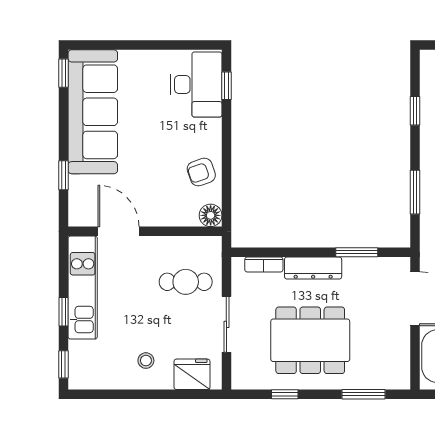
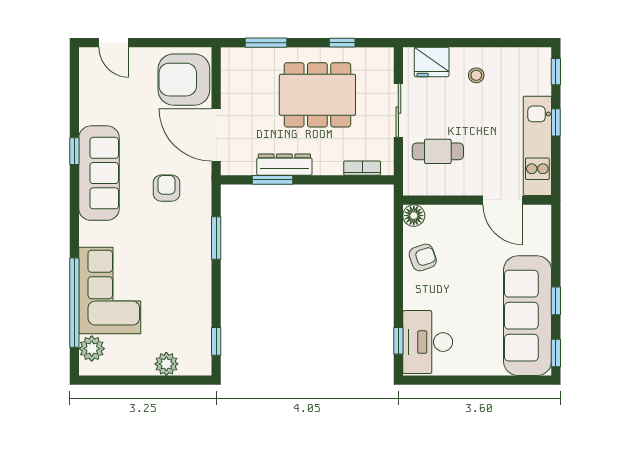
window: (415, 111) -> (216, 341), moved
window: (63, 175) -> (556, 301), moved
dresser: (313, 268) -> (284, 165), moved

